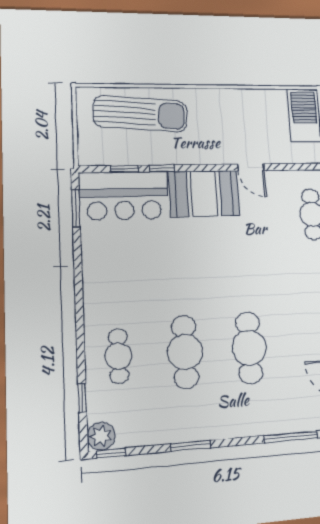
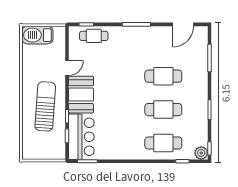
sun lounger: (141, 114) -> (45, 106), moved
cafe table: (118, 356) -> (163, 143), width x1.37, depth x1.35

